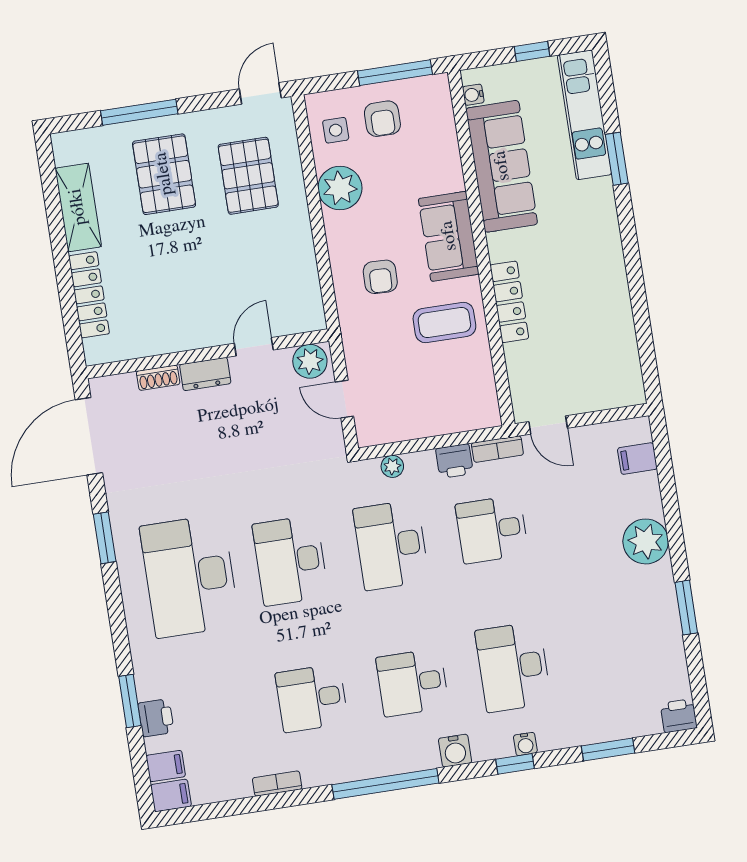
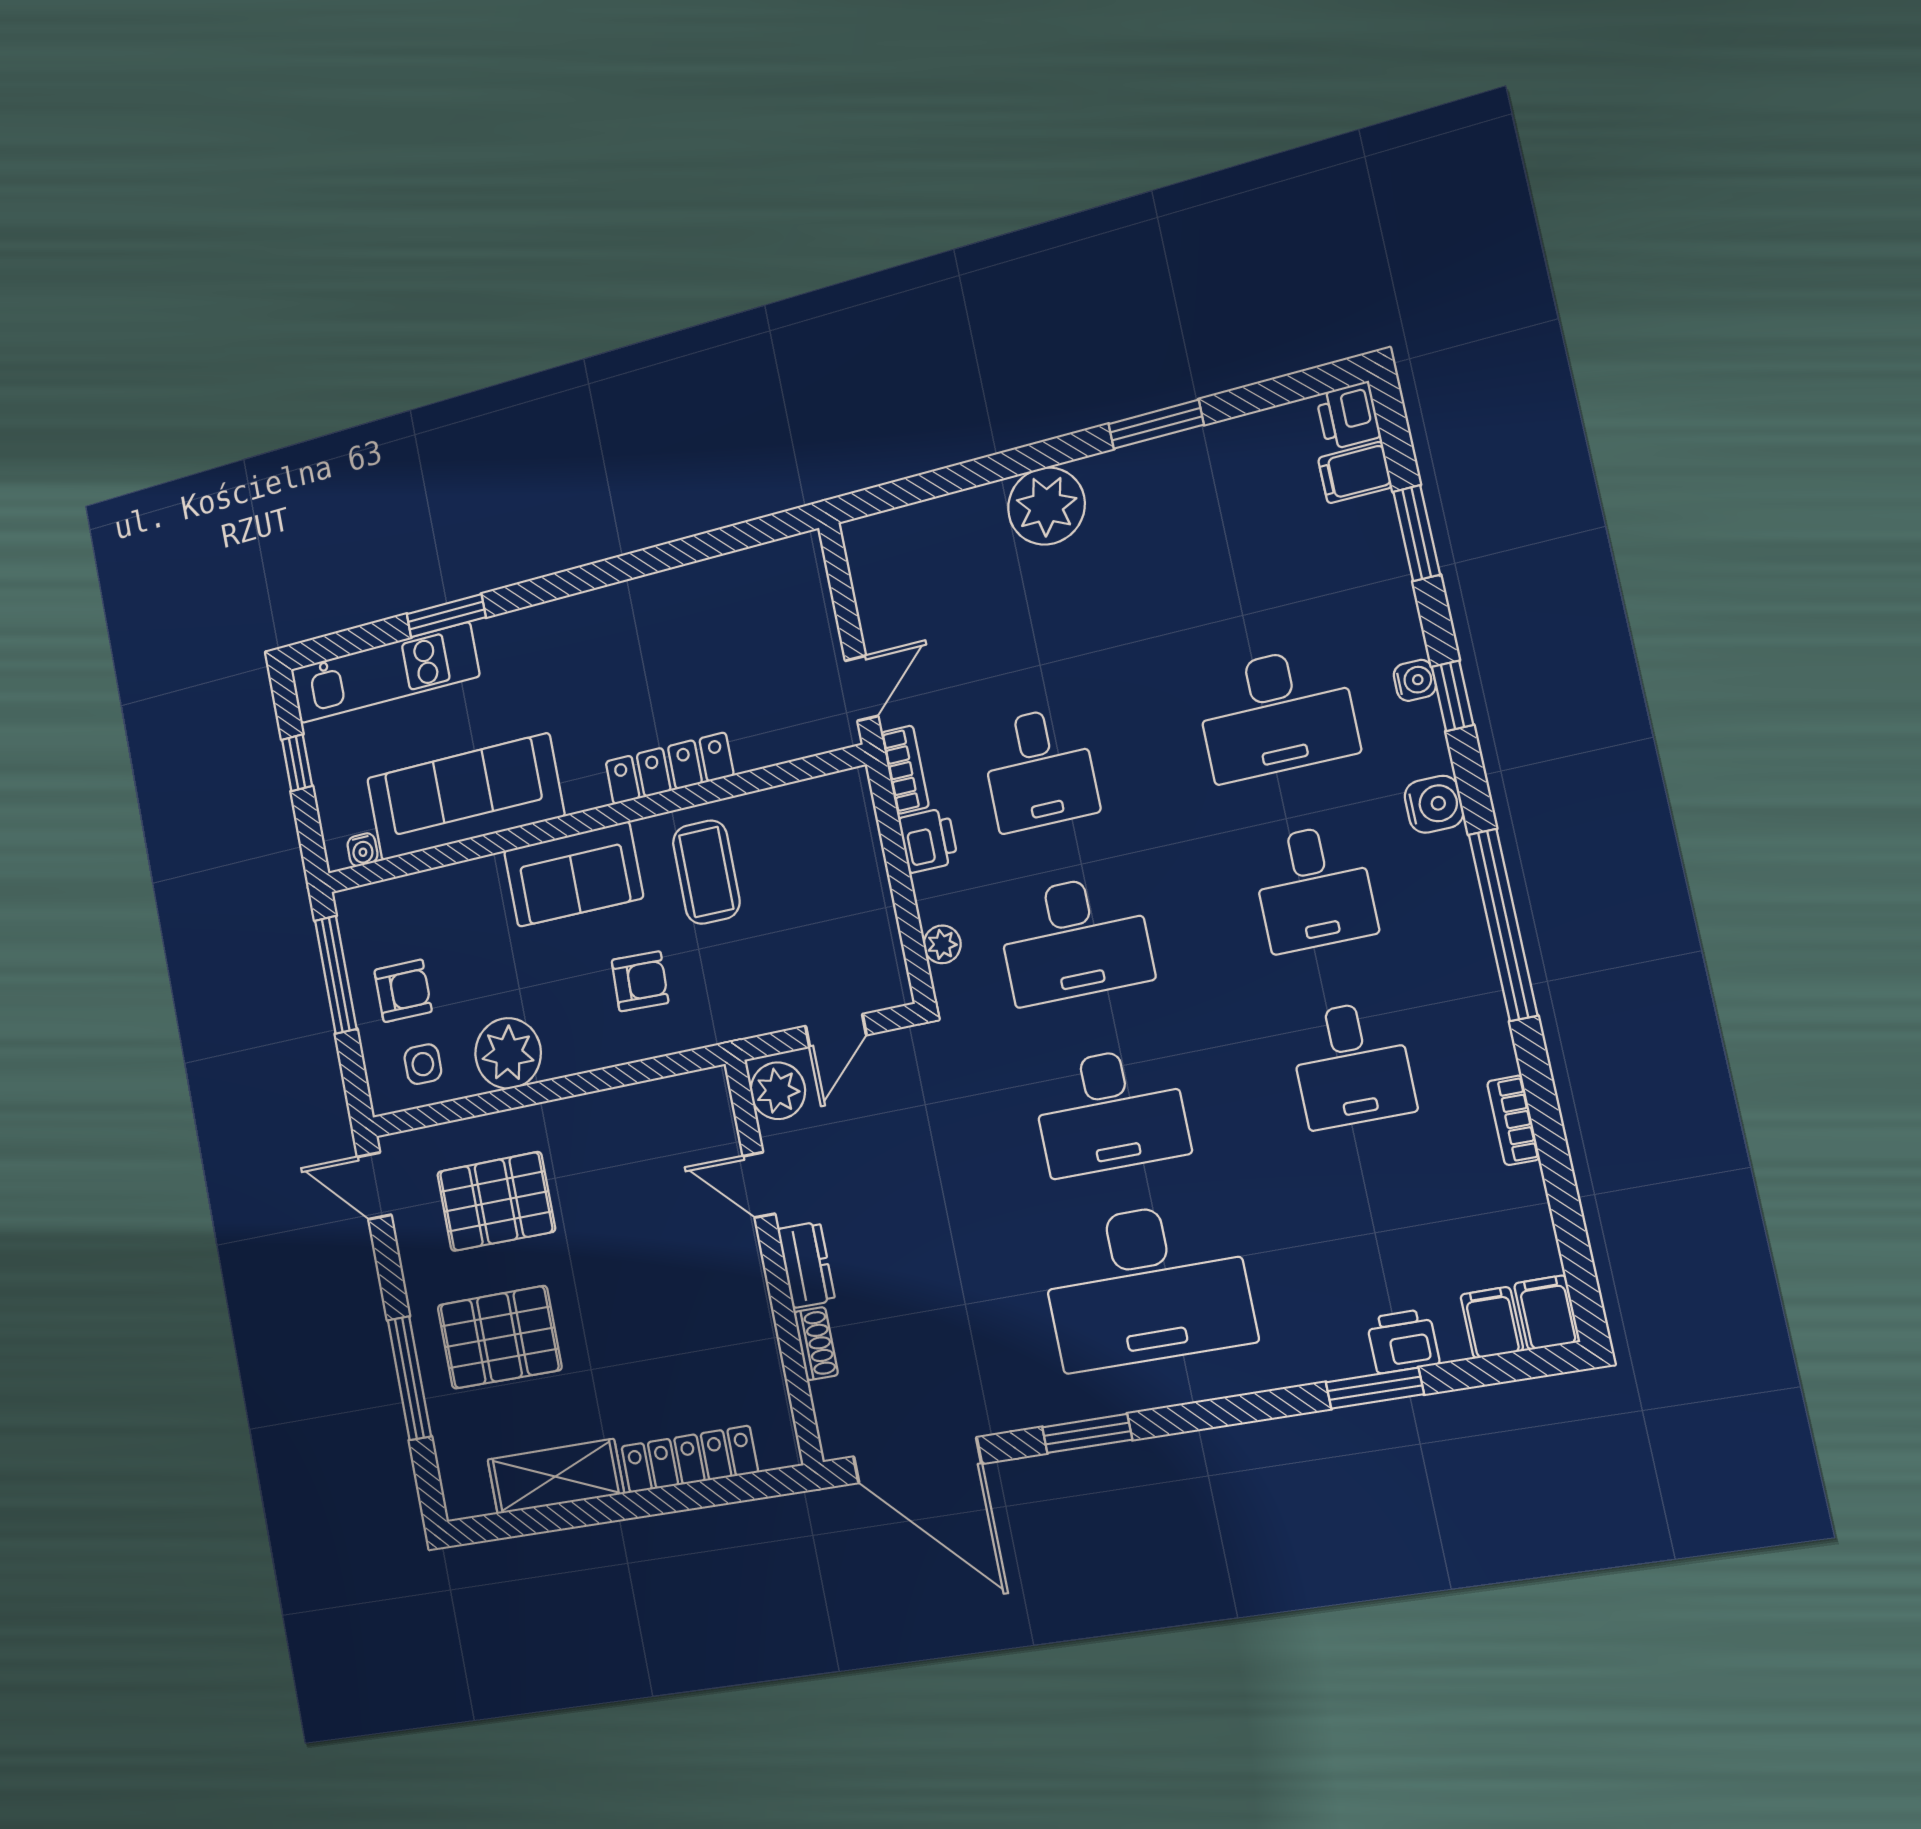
filing cabinet: (637, 459) -> (1355, 473), moved, turned 90

